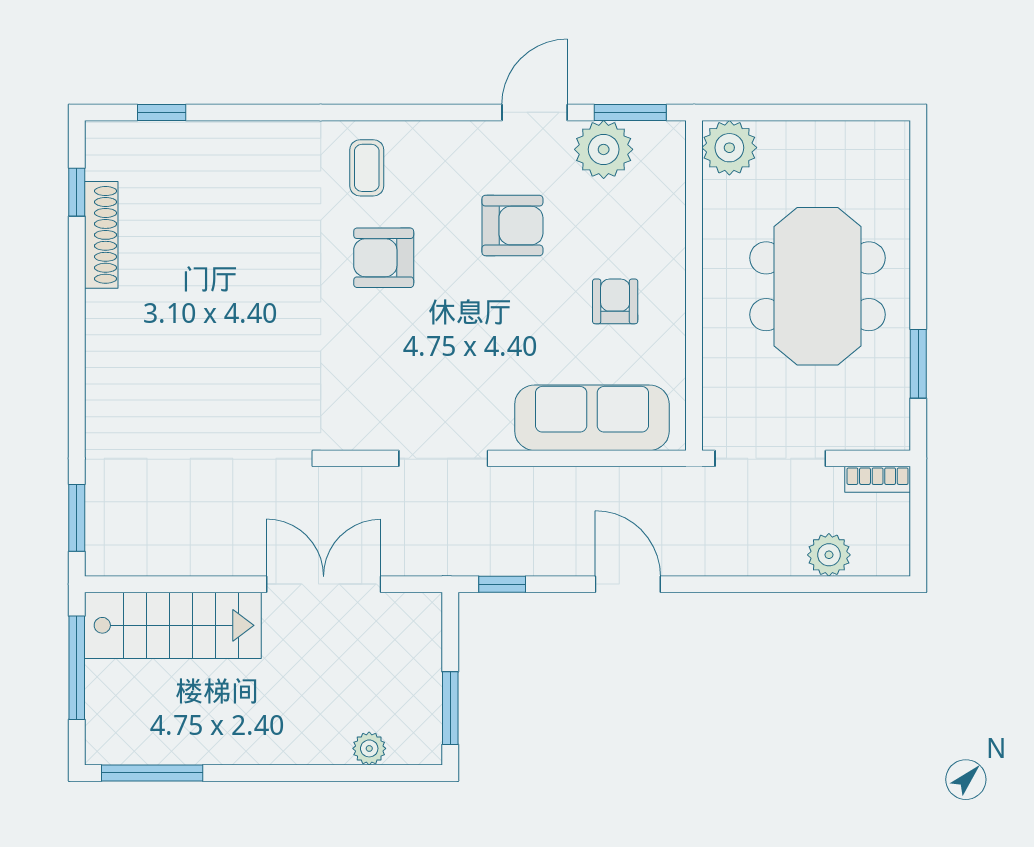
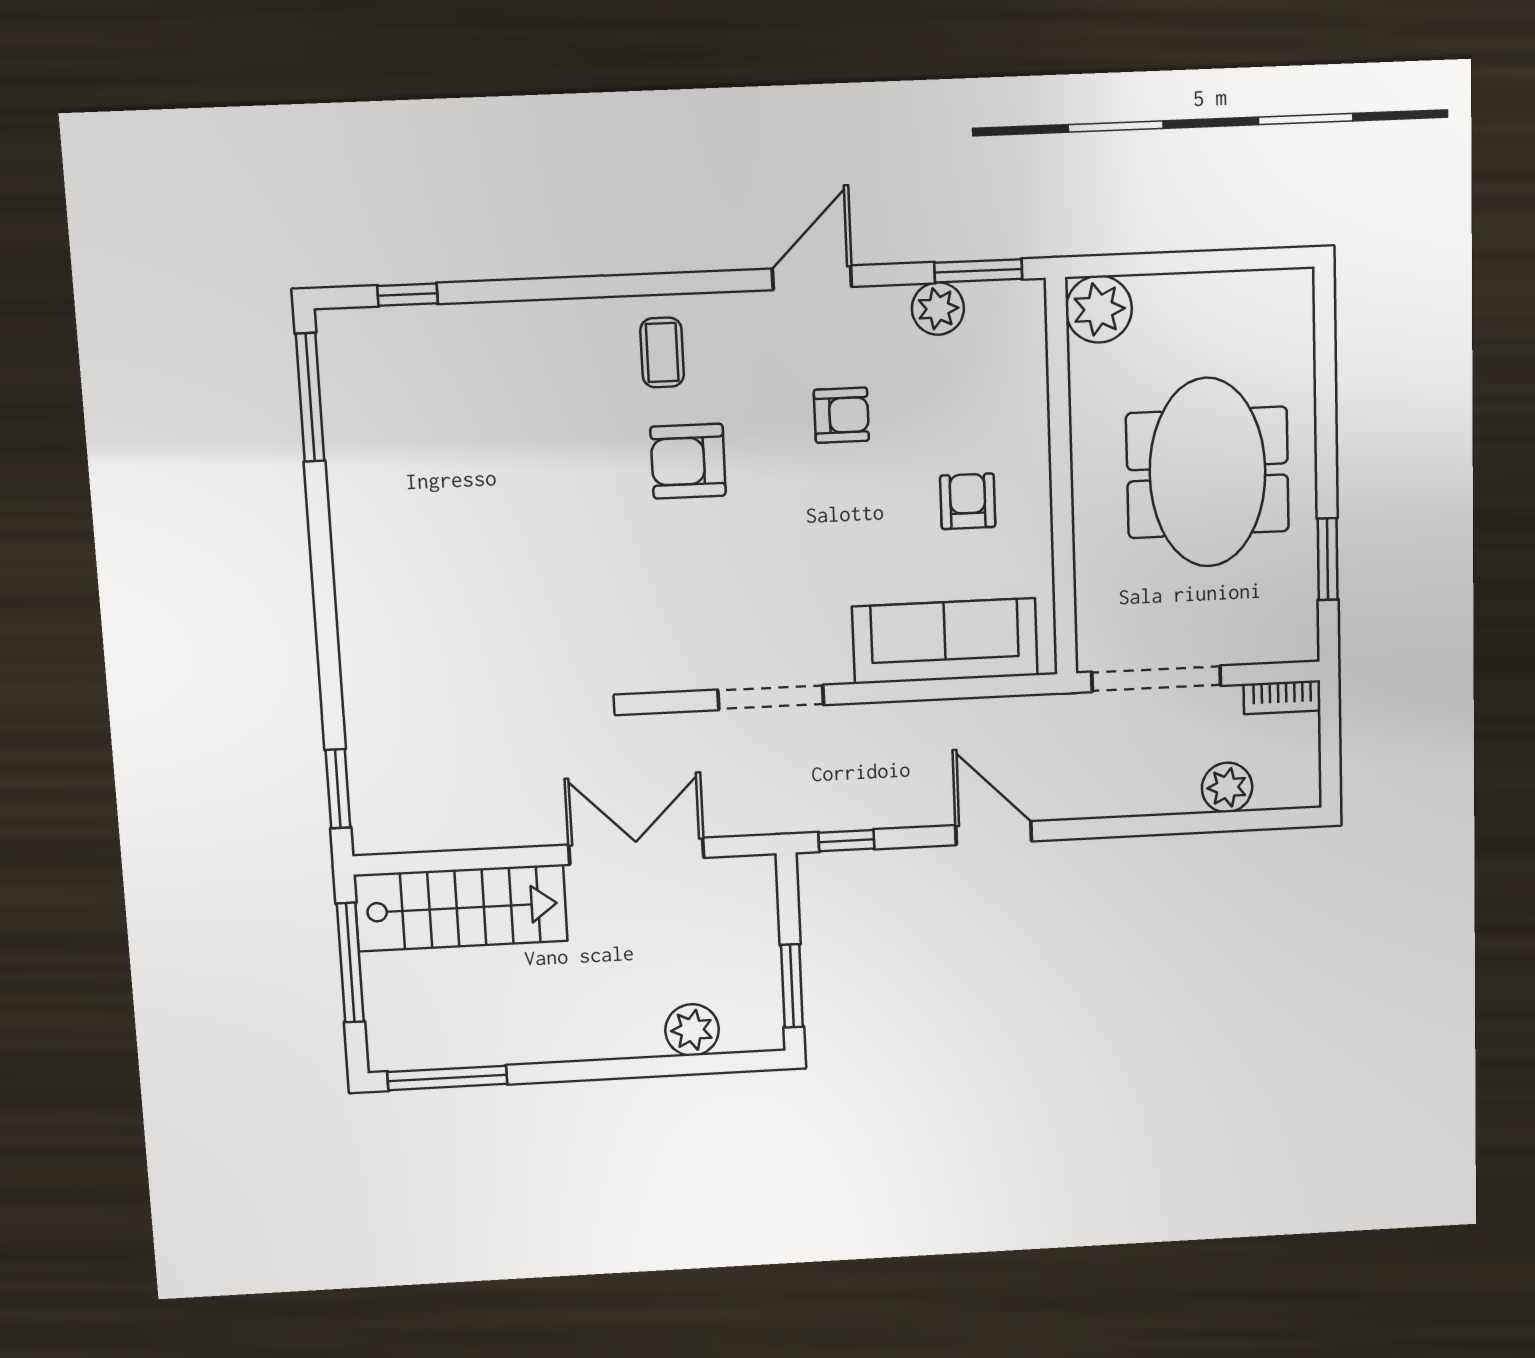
door: (535, 112) -> (812, 278), moved
plant: (604, 149) -> (938, 309), width x0.73, depth x0.73
window: (77, 192) -> (310, 397), width x2.17
armchair: (512, 226) -> (841, 415), width x0.72, depth x0.72
shoe rack: (101, 235) -> (344, 448), removed
plant: (369, 748) -> (692, 1030), width x1.38, depth x1.38

